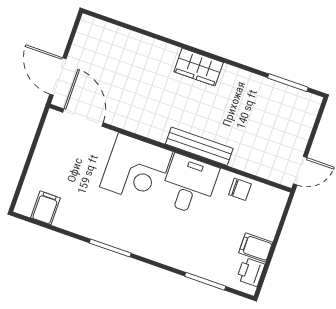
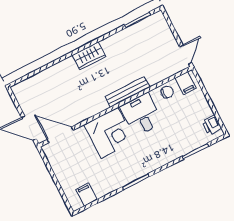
filing cabinet: (256, 248) -> (186, 83), moved, turned -90

